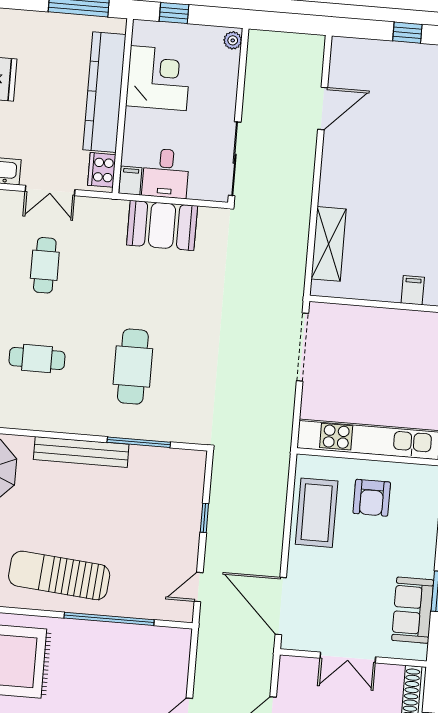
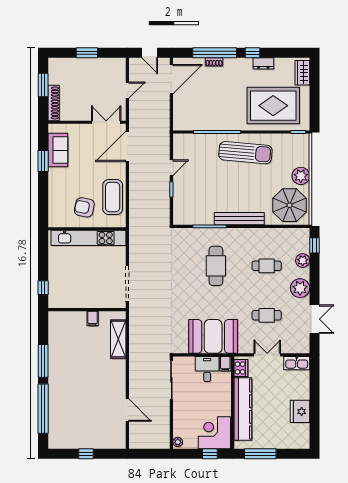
corner desk: (158, 78) -> (214, 433), moved, turned 90
door: (323, 108) -> (127, 410), swing flipped
booth: (162, 225) -> (213, 336), width x1.36, depth x1.42
cafe table: (45, 265) -> (267, 315), turned 90
filing cabinet: (413, 290) -> (93, 318), moved
armchair: (372, 498) -> (84, 207), turned -79
door: (199, 587) -> (171, 168), moved
door: (281, 606) -> (127, 146), swing flipped
double door: (348, 657) -> (106, 122), moved

